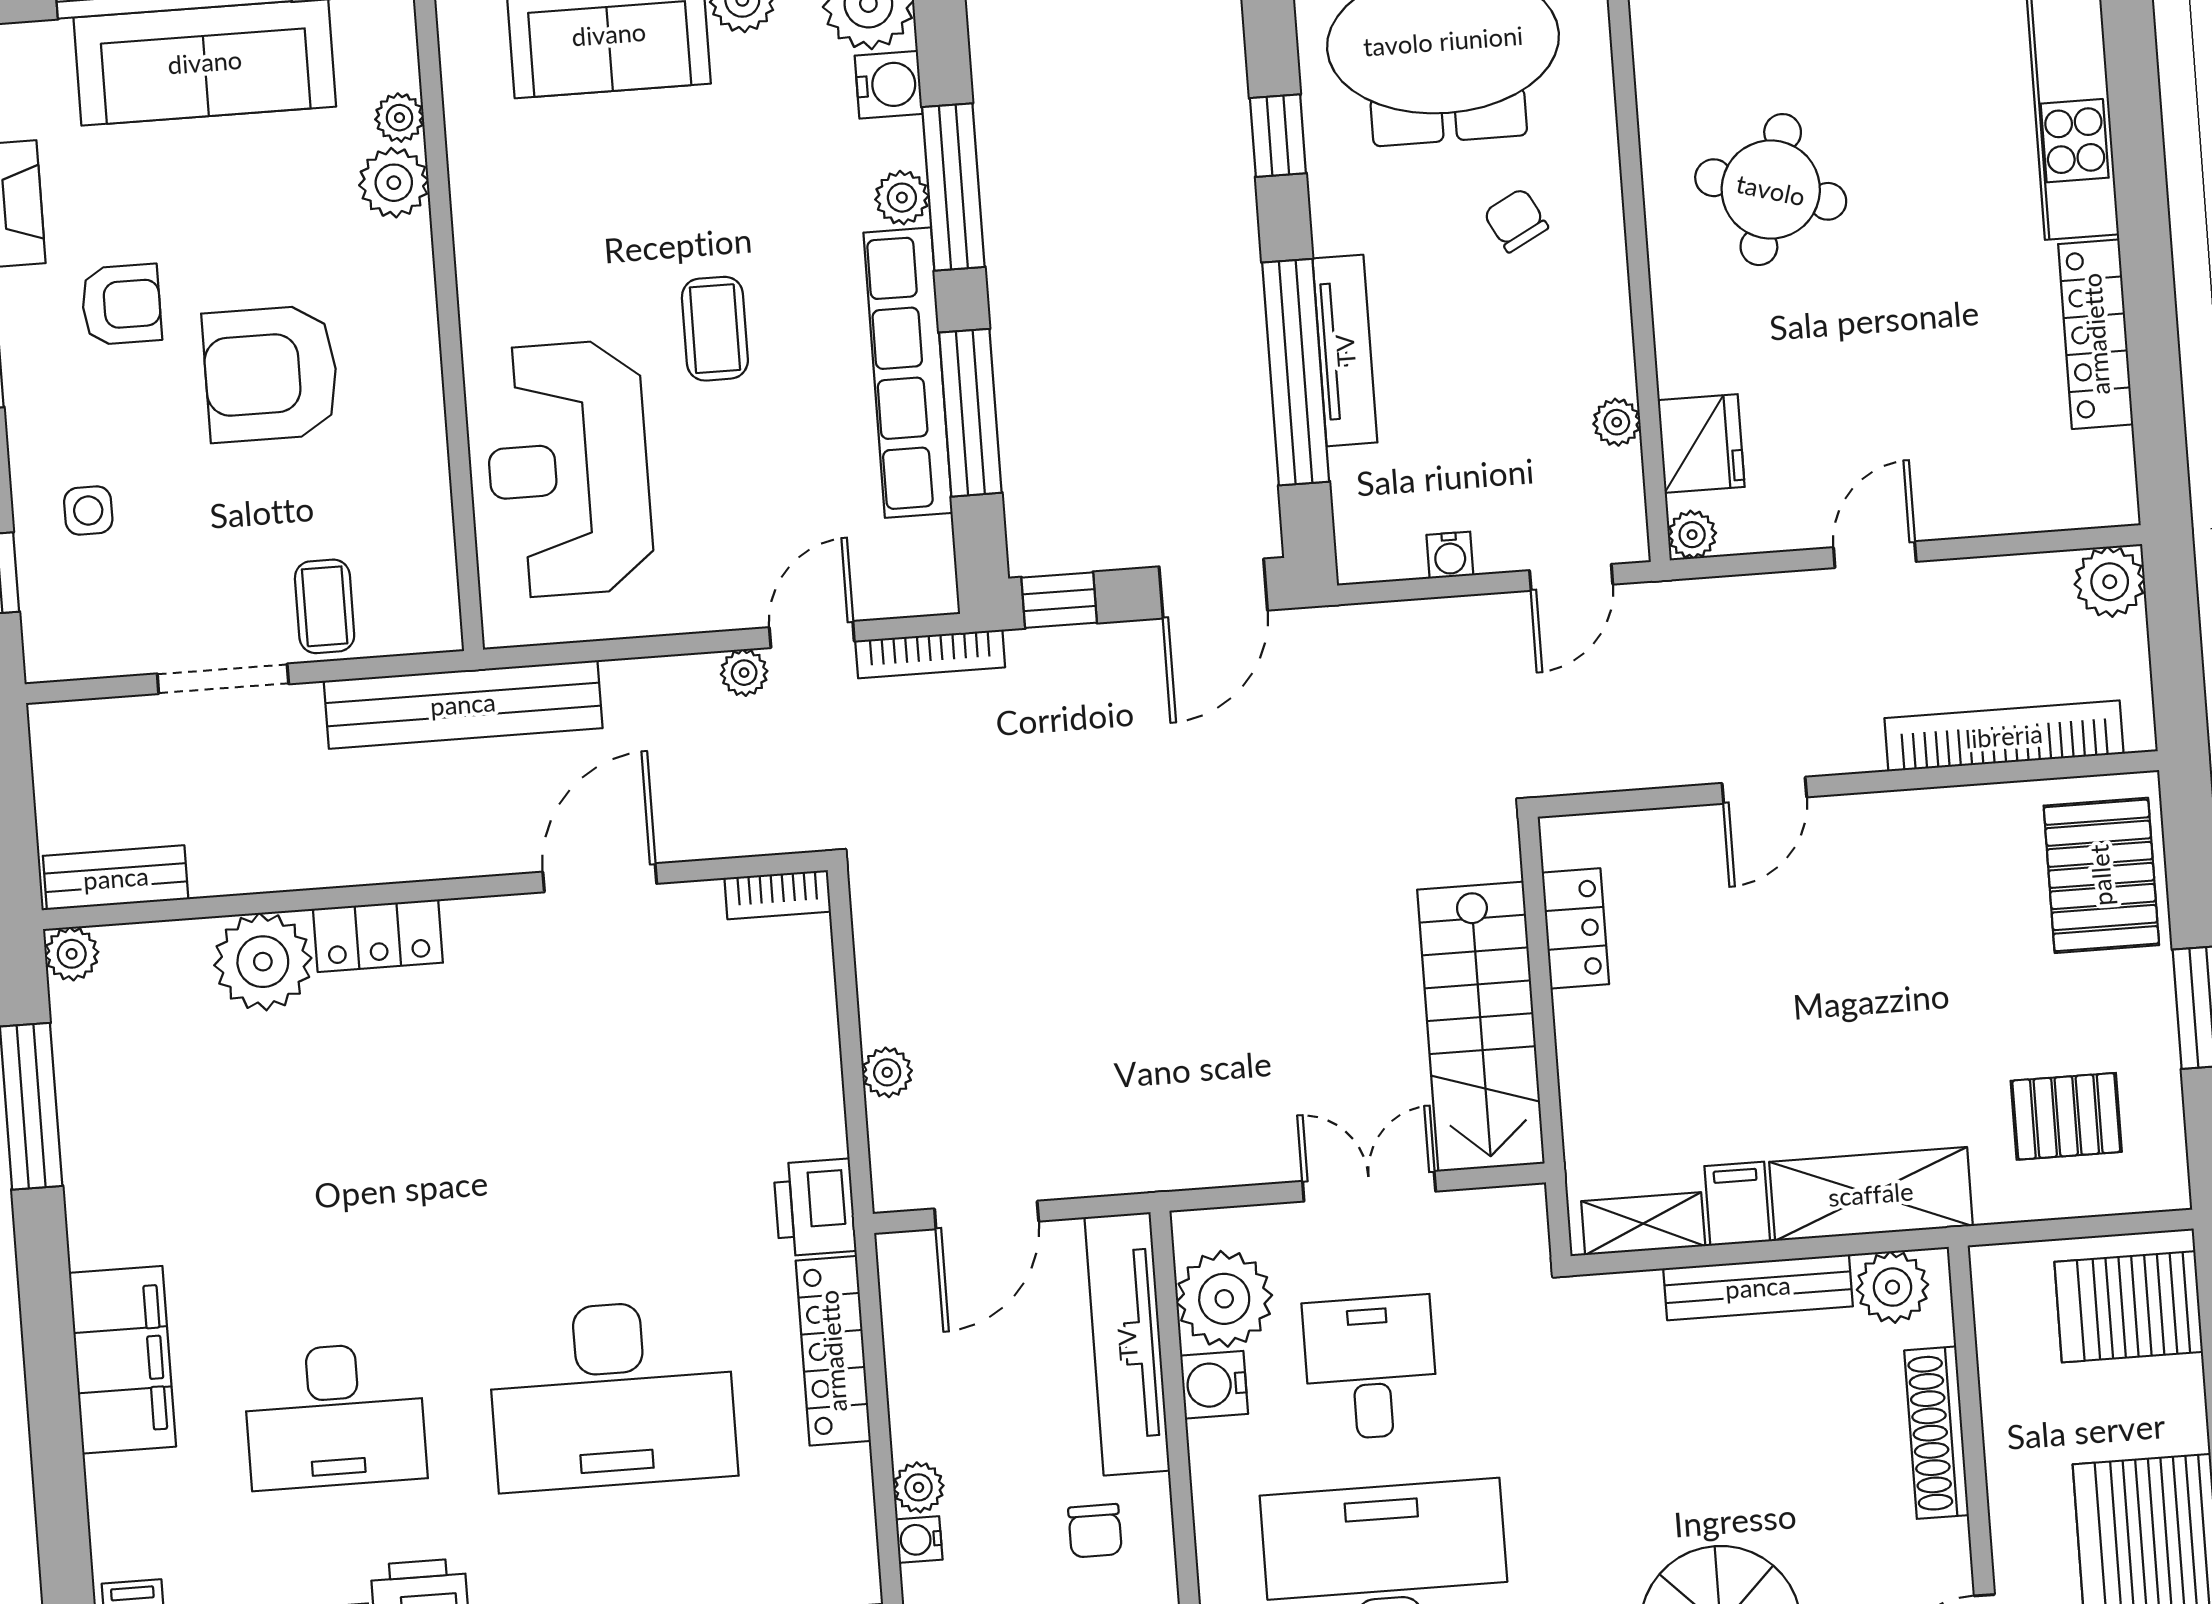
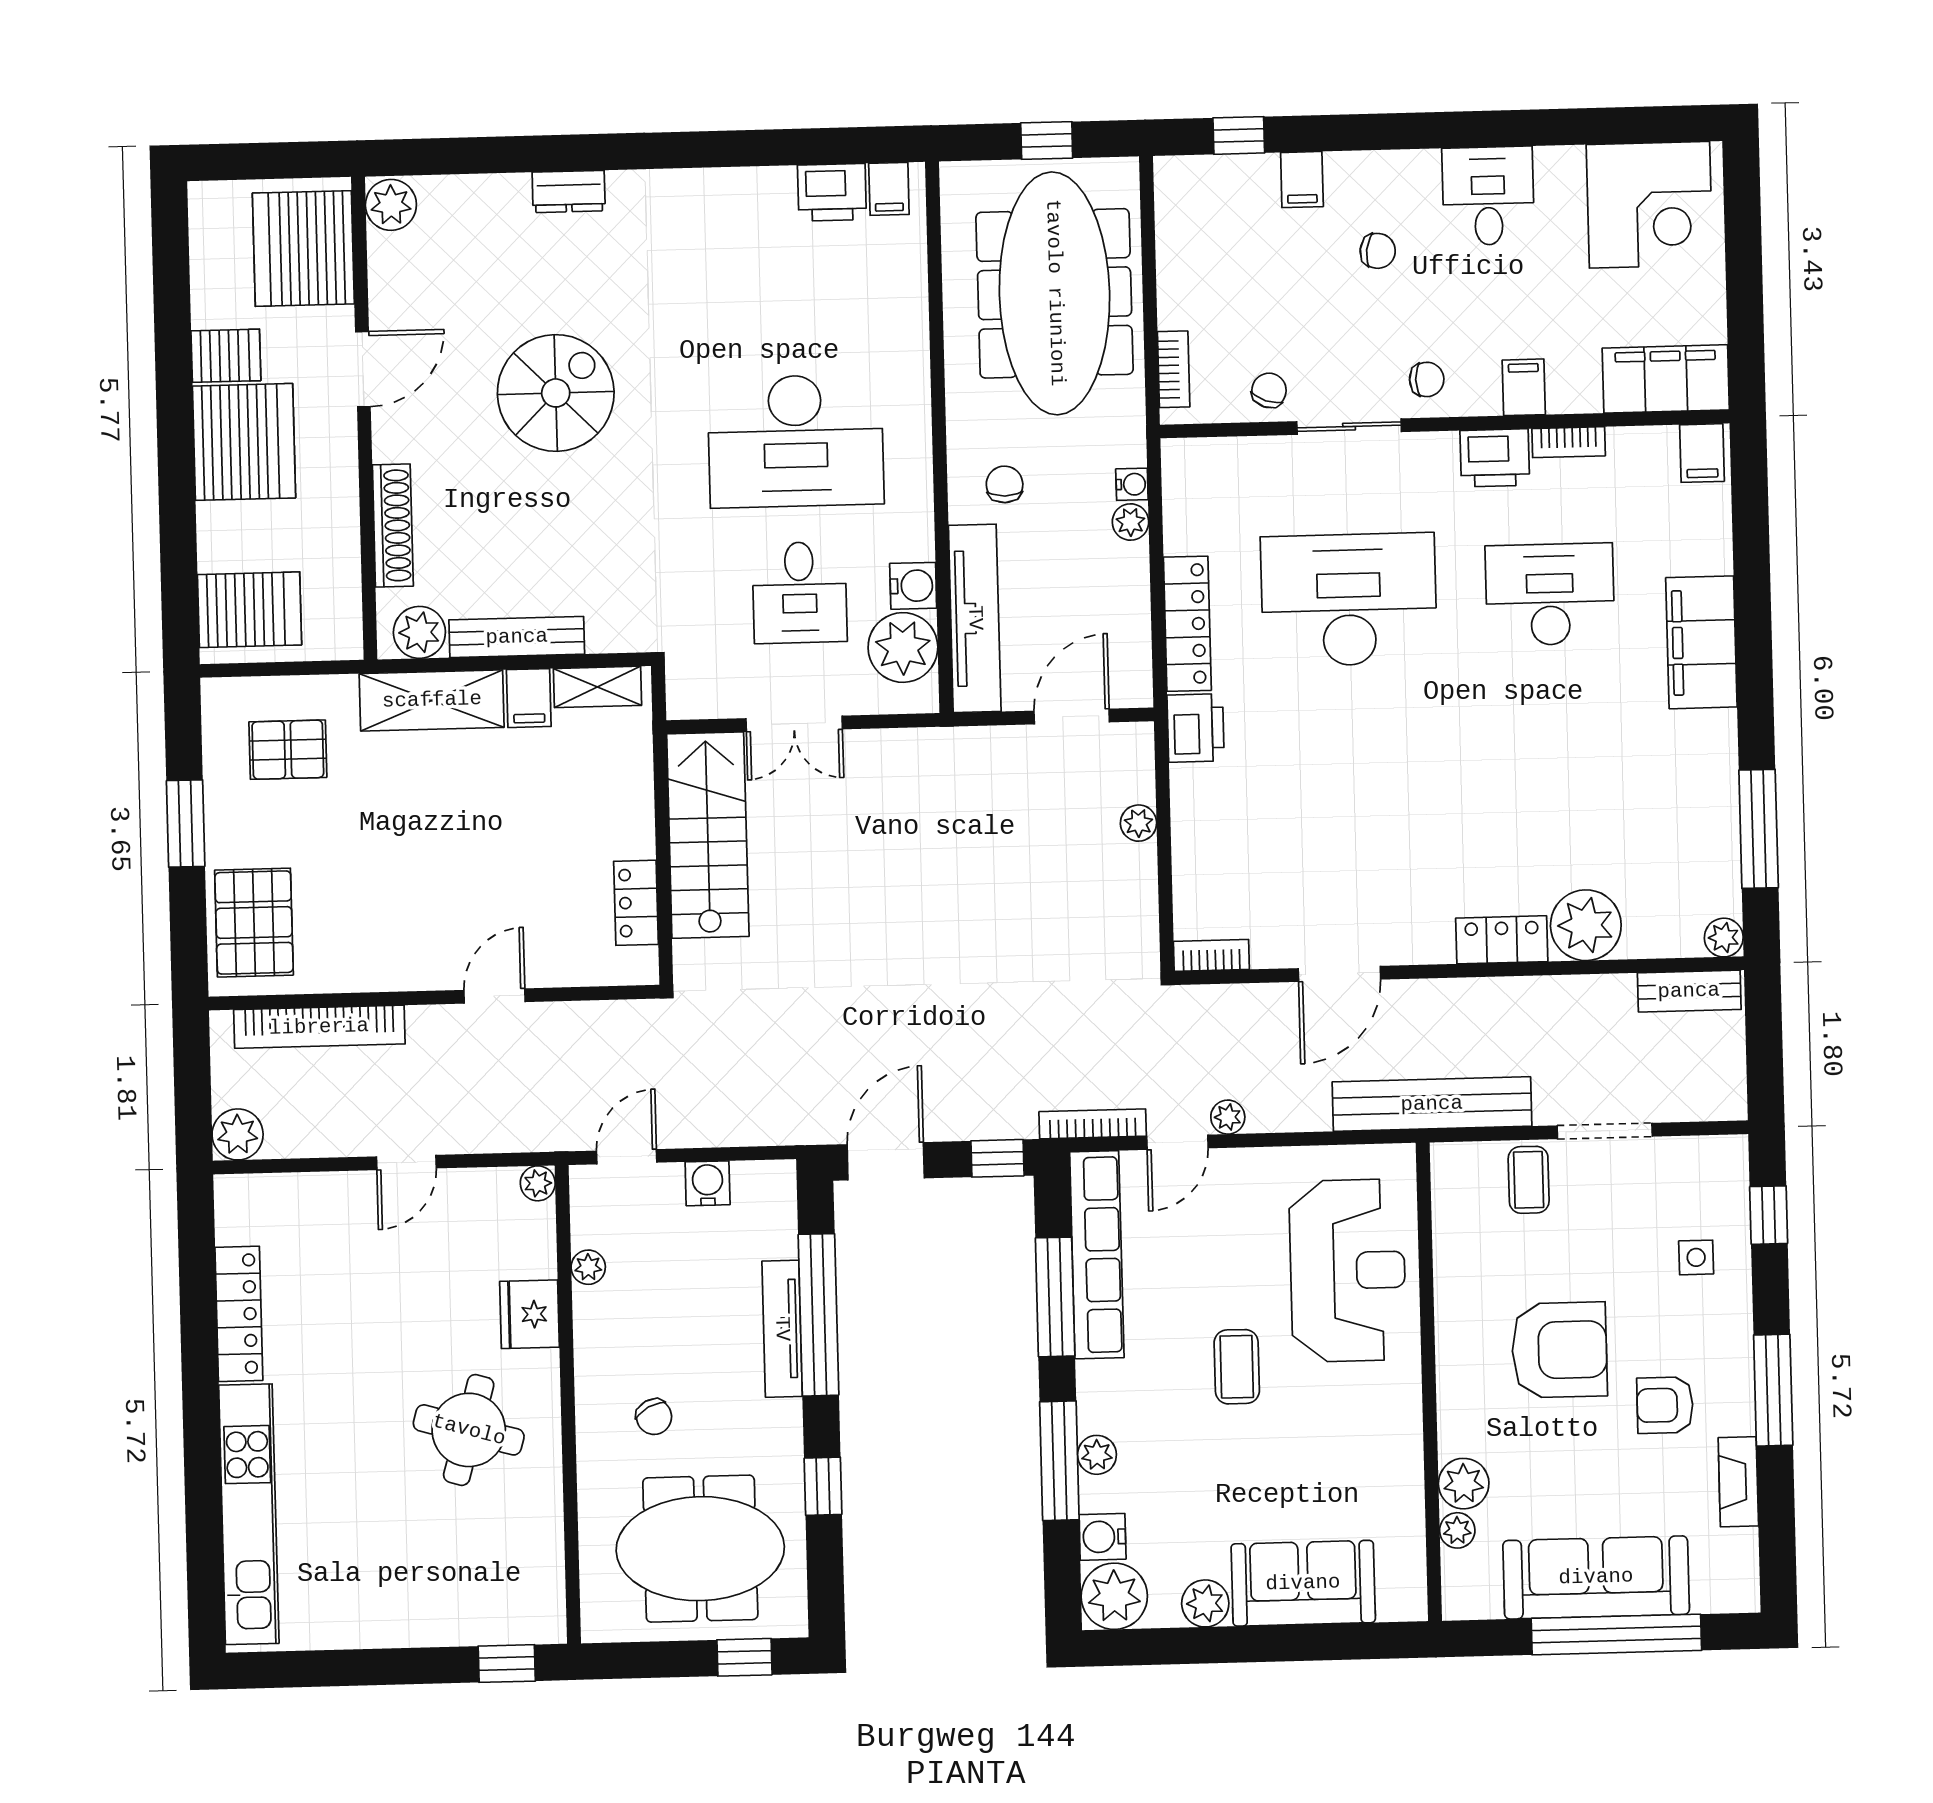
row of seats: (908, 373) -> (1097, 1255), moved
fridge: (1701, 444) -> (530, 1314), moved
water cooler: (1450, 555) -> (708, 1183), width x1.38, depth x1.38

